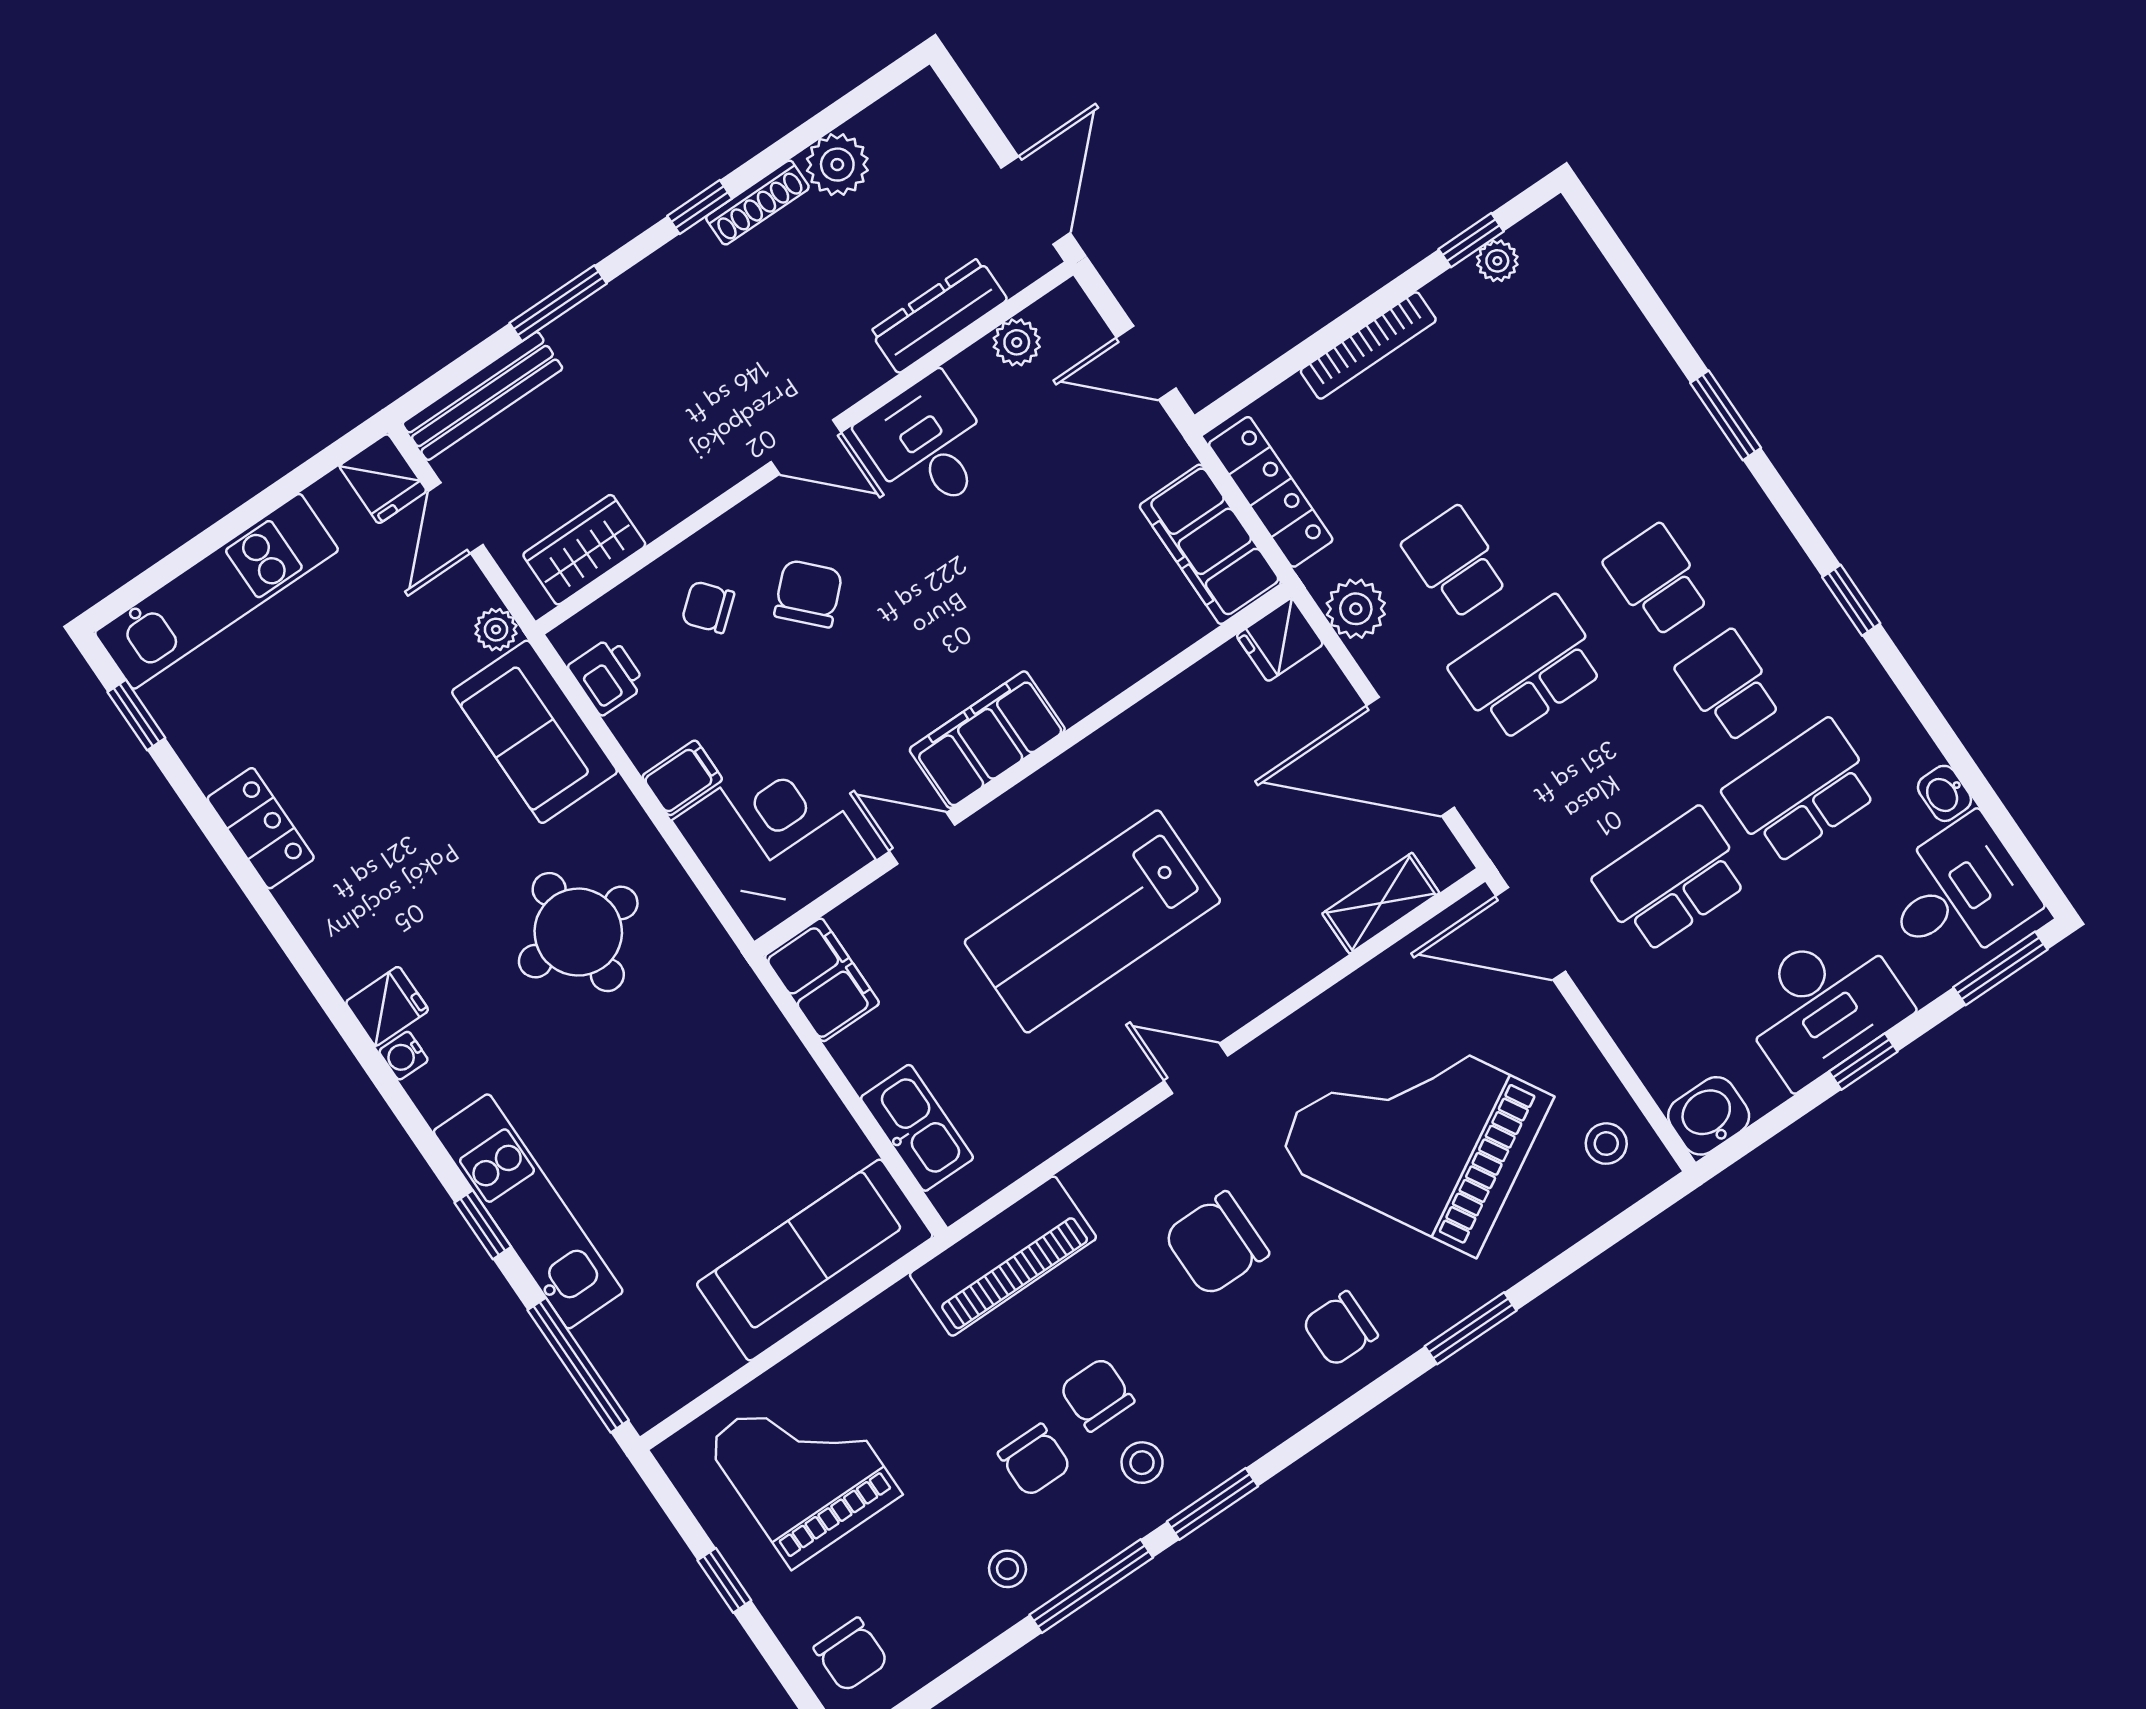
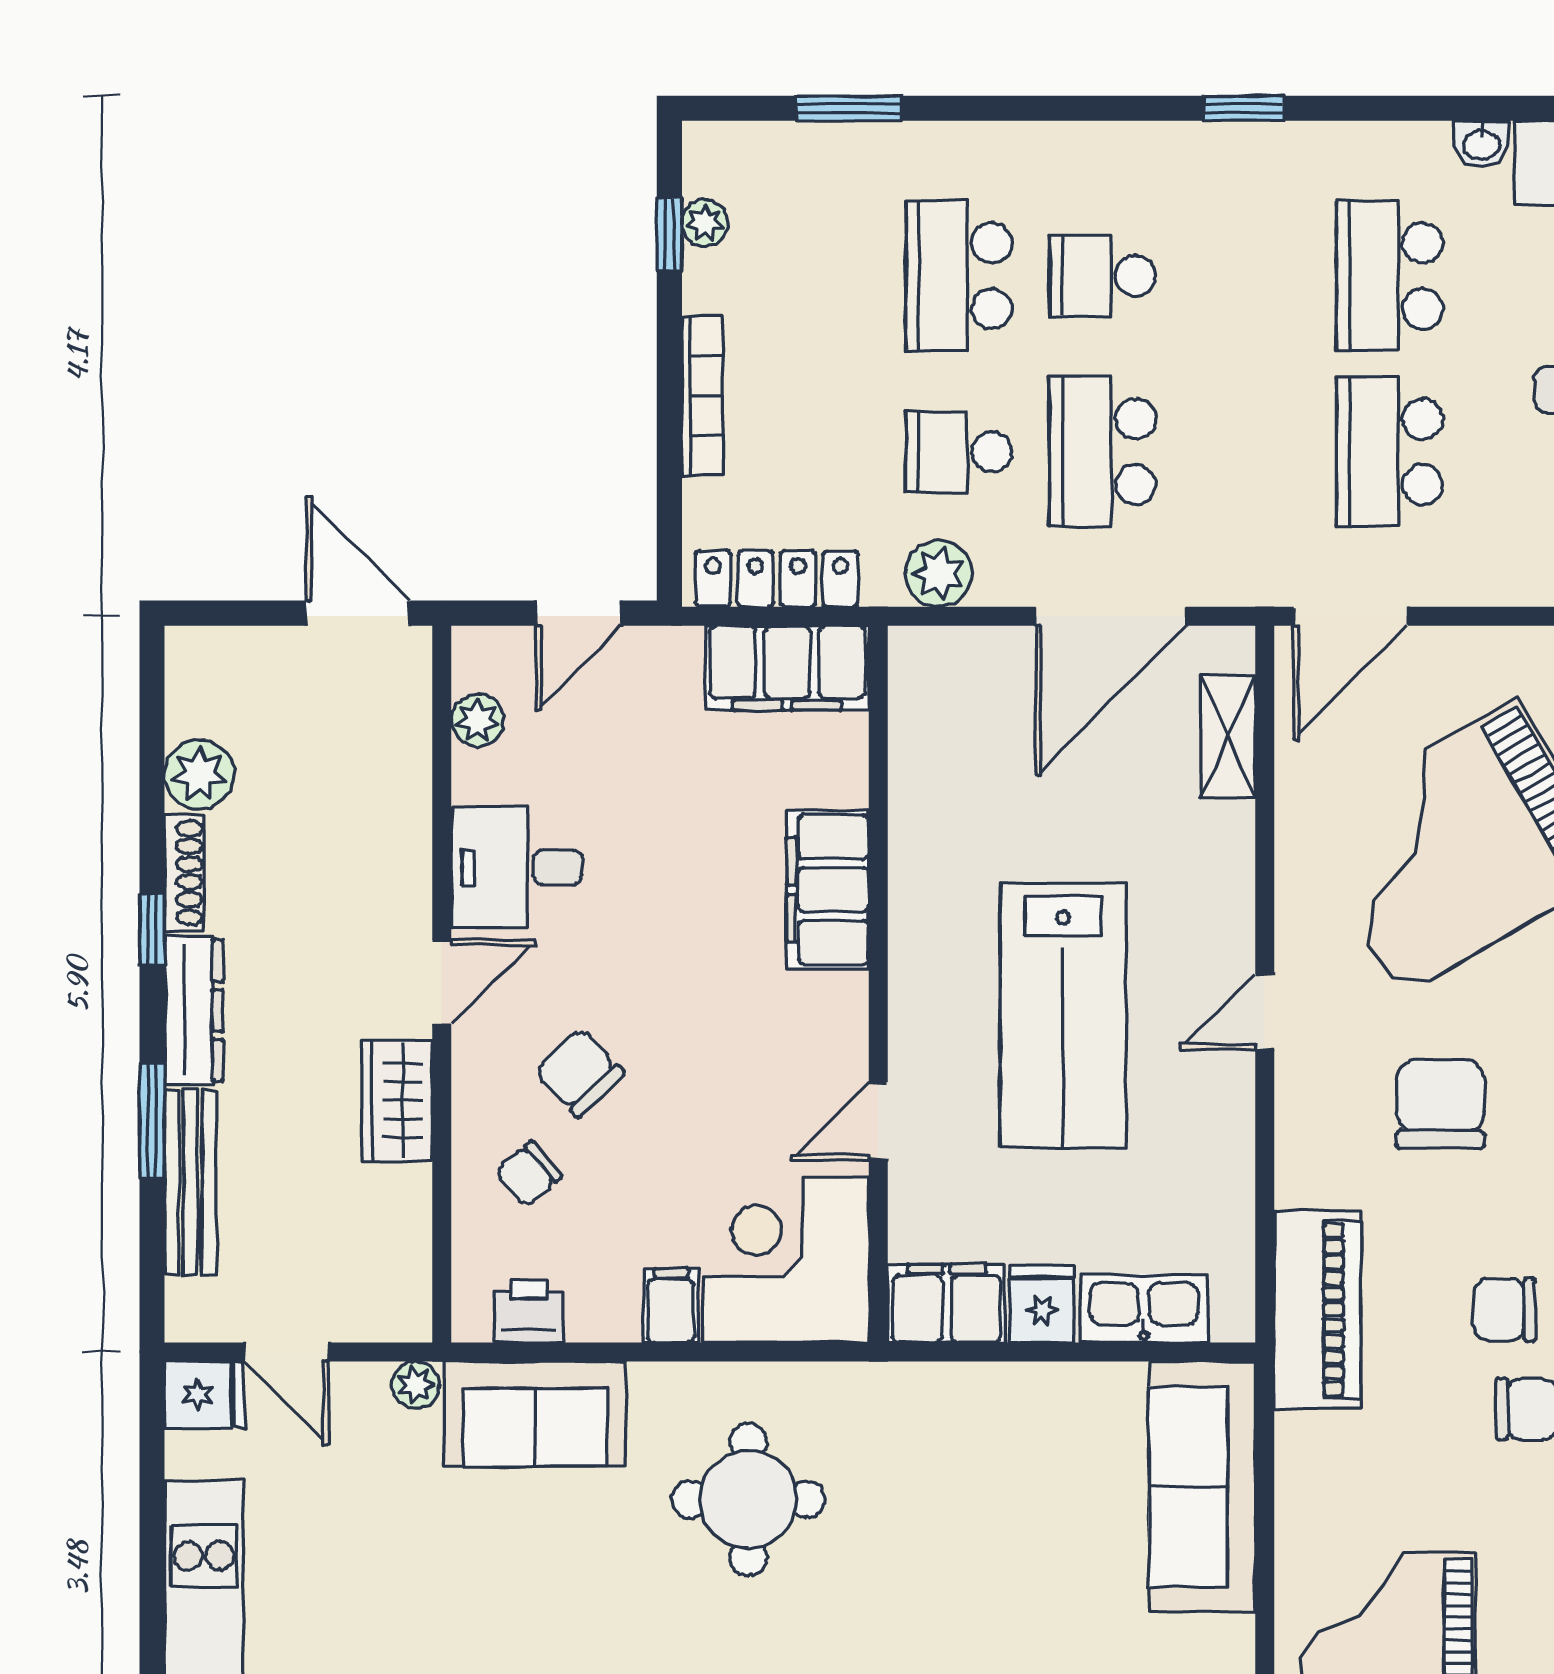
dresser: (939, 315) -> (194, 1011), moved, turned 180
bench: (482, 396) -> (190, 1182), moved
window: (1726, 415) -> (849, 108), moved
wardrobe: (584, 550) -> (397, 1100), moved
fridge: (1280, 640) -> (1042, 1304), moved, turned 180
school desk: (1729, 686) -> (959, 276), moved, width x1.85
filing cabinet: (987, 740) -> (828, 890), moved
chair: (1216, 1244) -> (1440, 1104), turned 180

